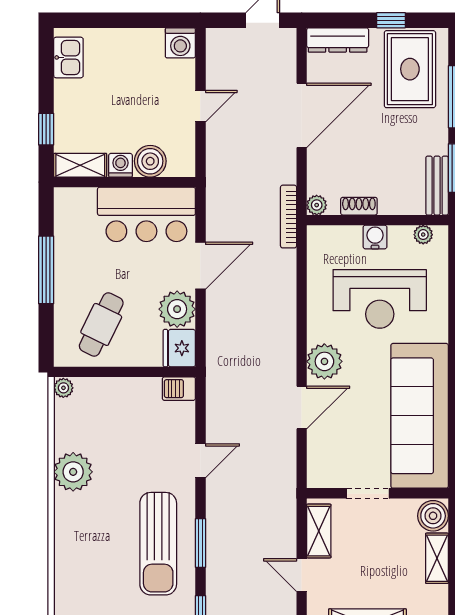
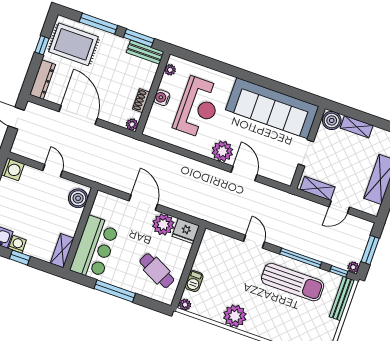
window: (46, 129) -> (20, 258), moved
boiler: (150, 161) -> (78, 198), moved
washing machine: (120, 165) -> (17, 244), moved, turned 90
bar counter: (146, 214) -> (95, 248), moved
bookcase: (289, 217) -> (133, 143), removed
barbecue: (179, 389) -> (194, 281), moved
window: (200, 543) -> (301, 258), width x1.44

